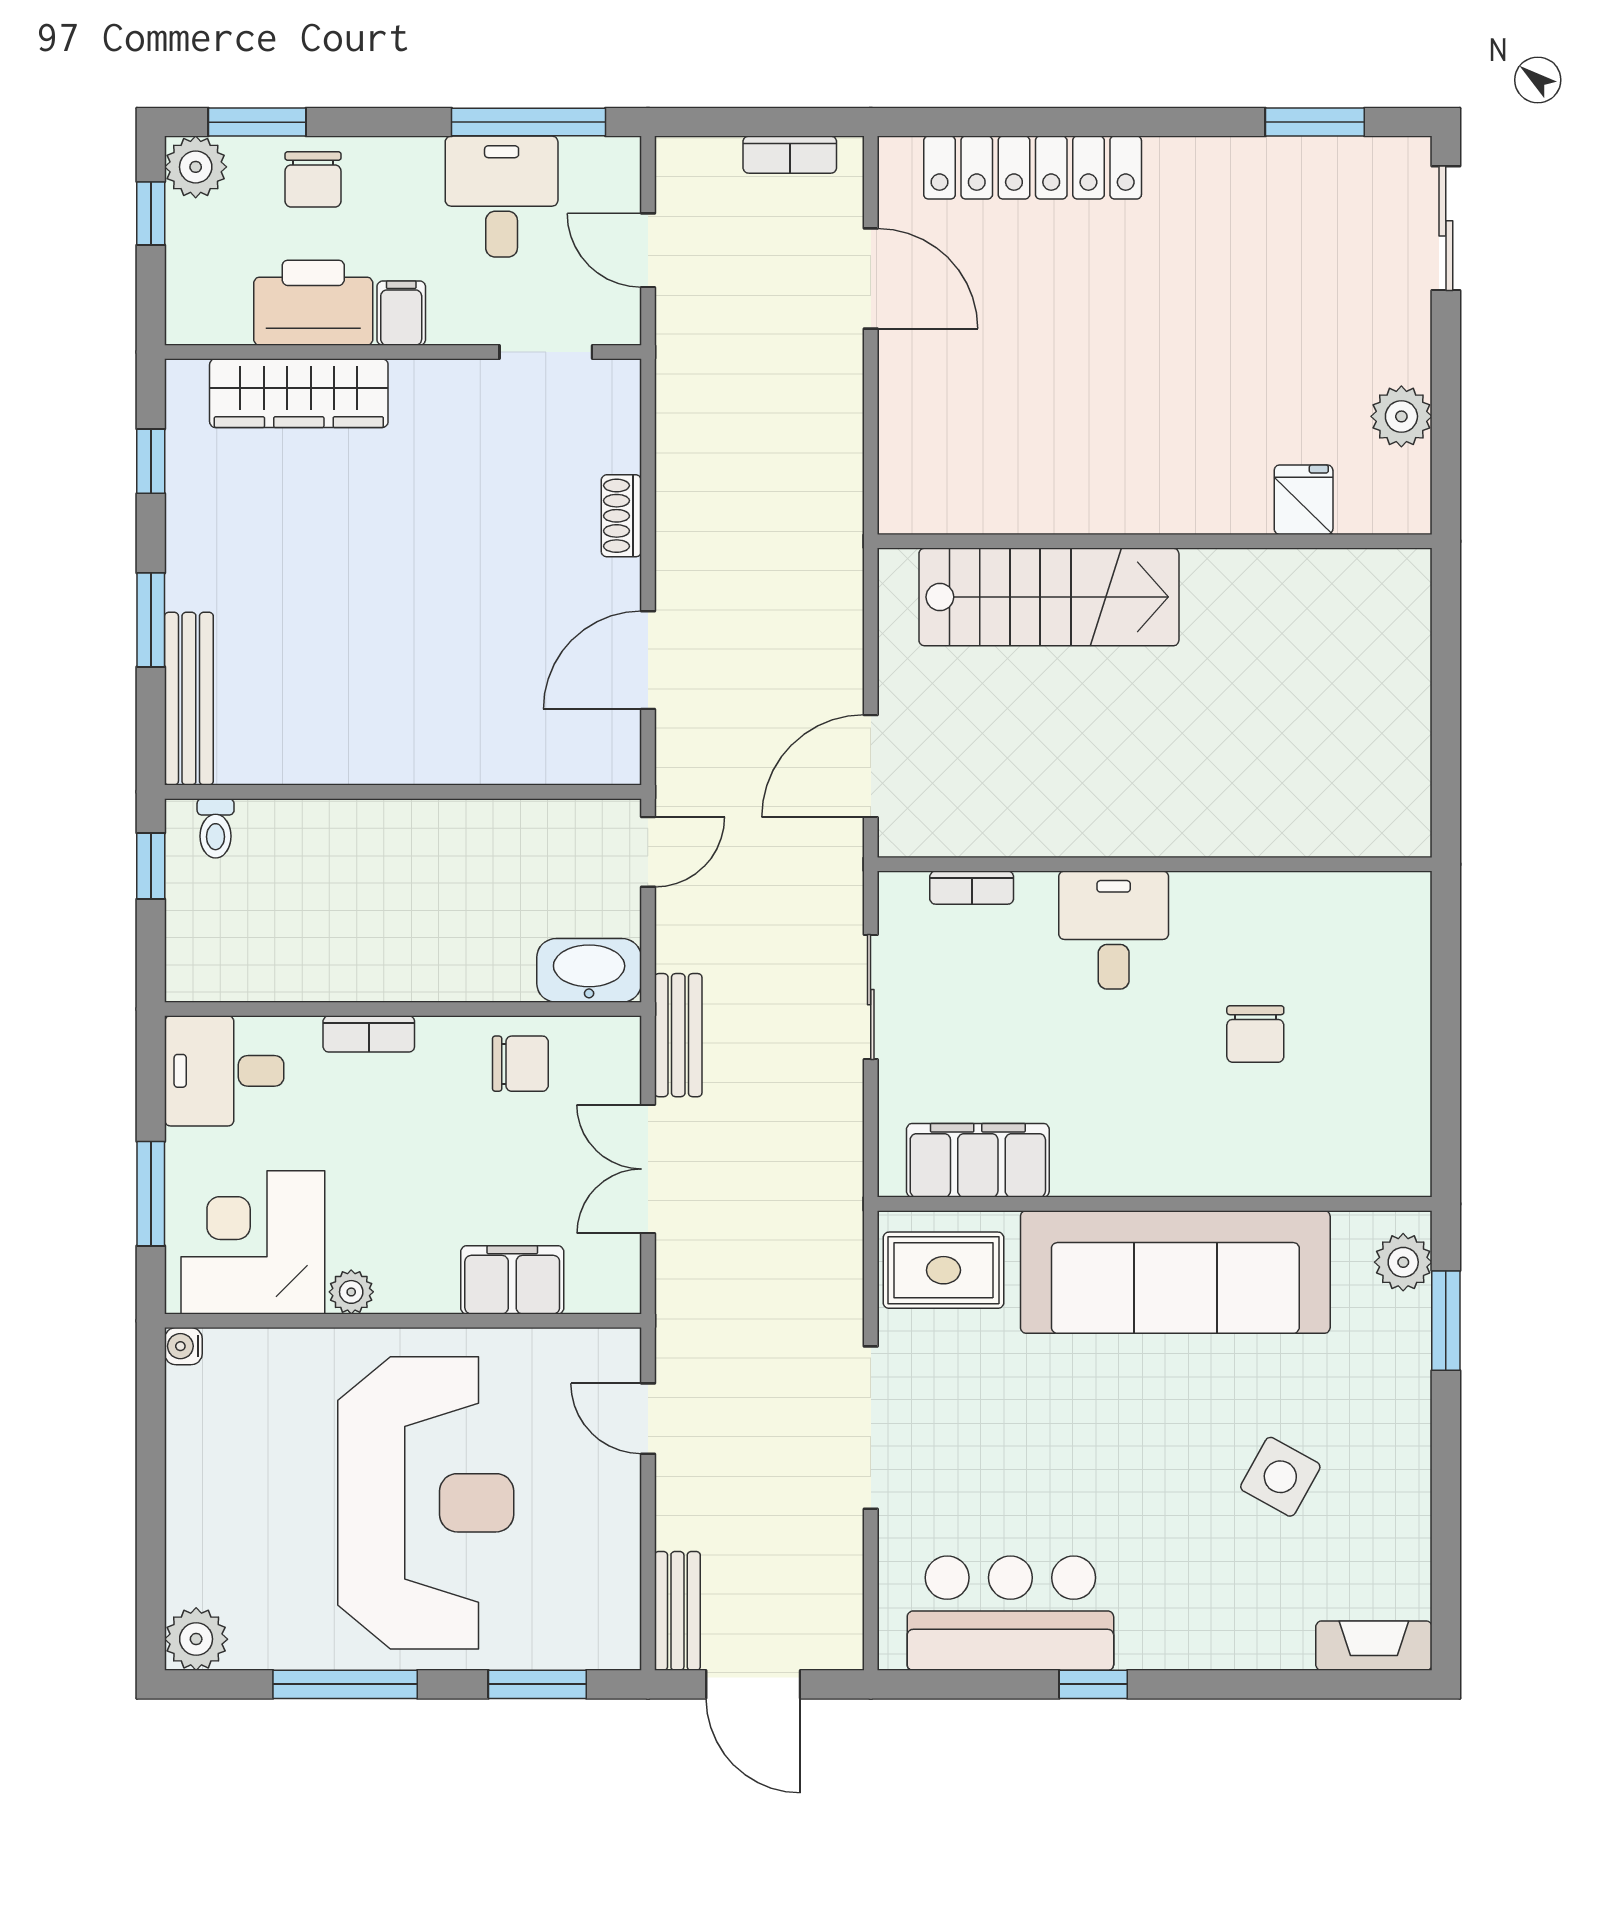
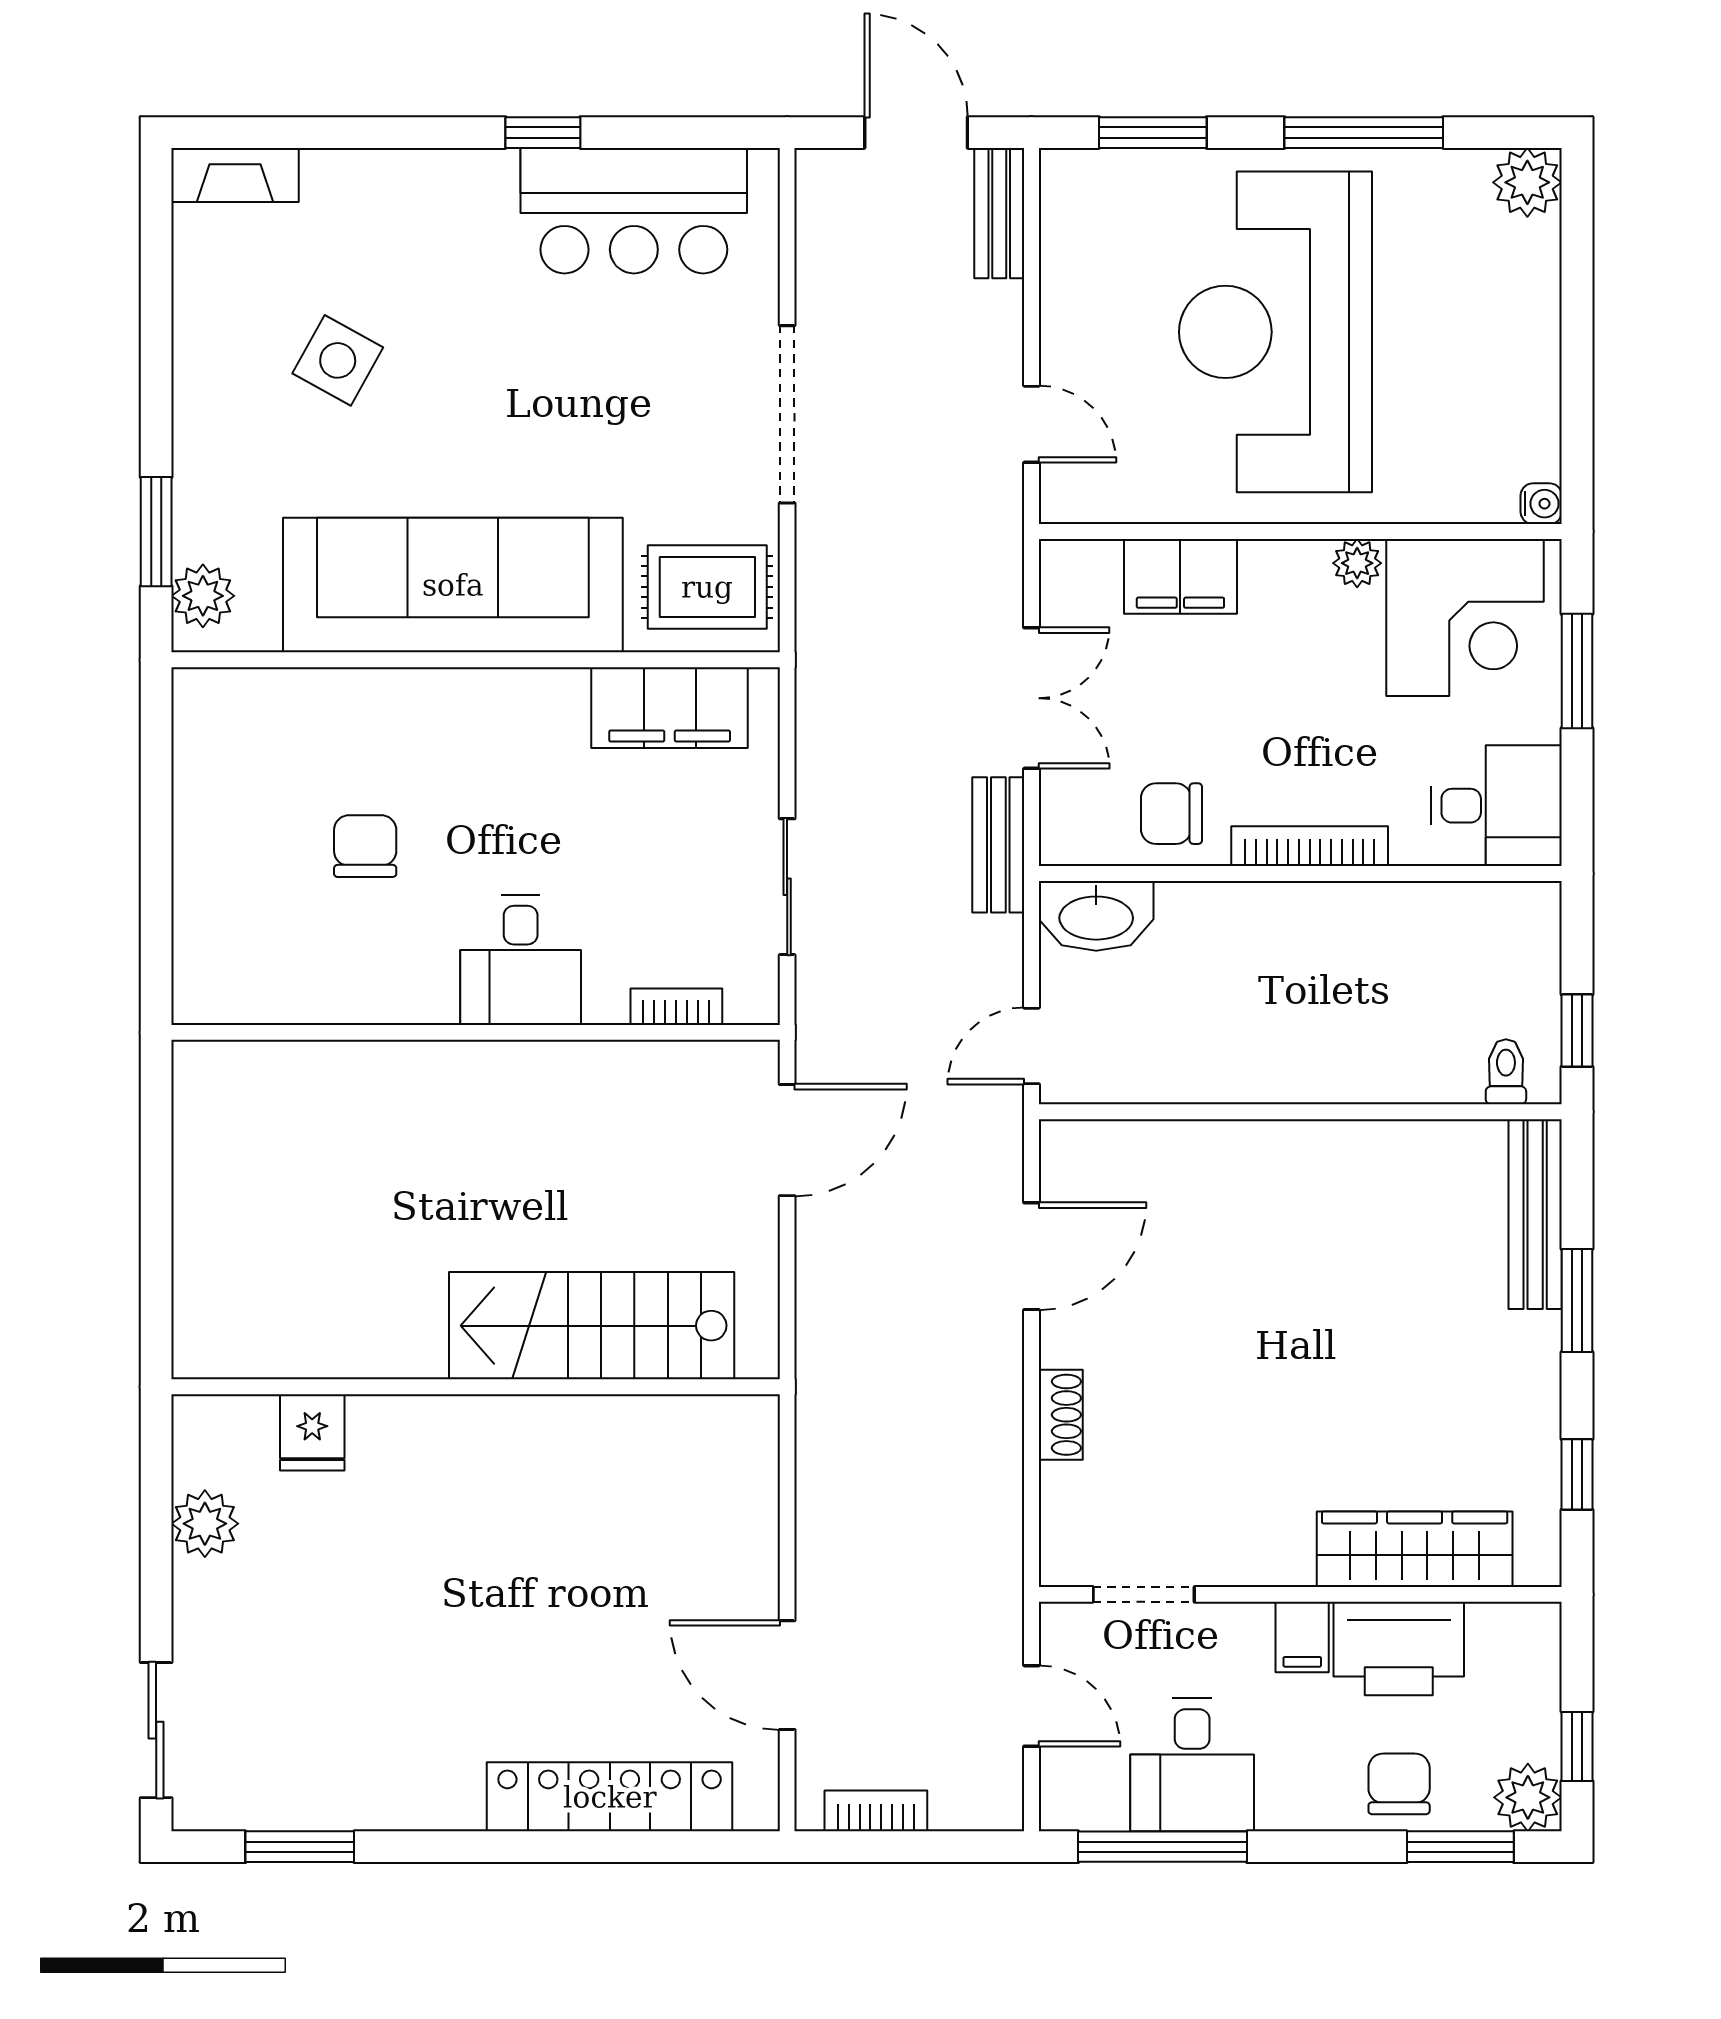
bookcase: (369, 1034) -> (1310, 846), width x1.56

